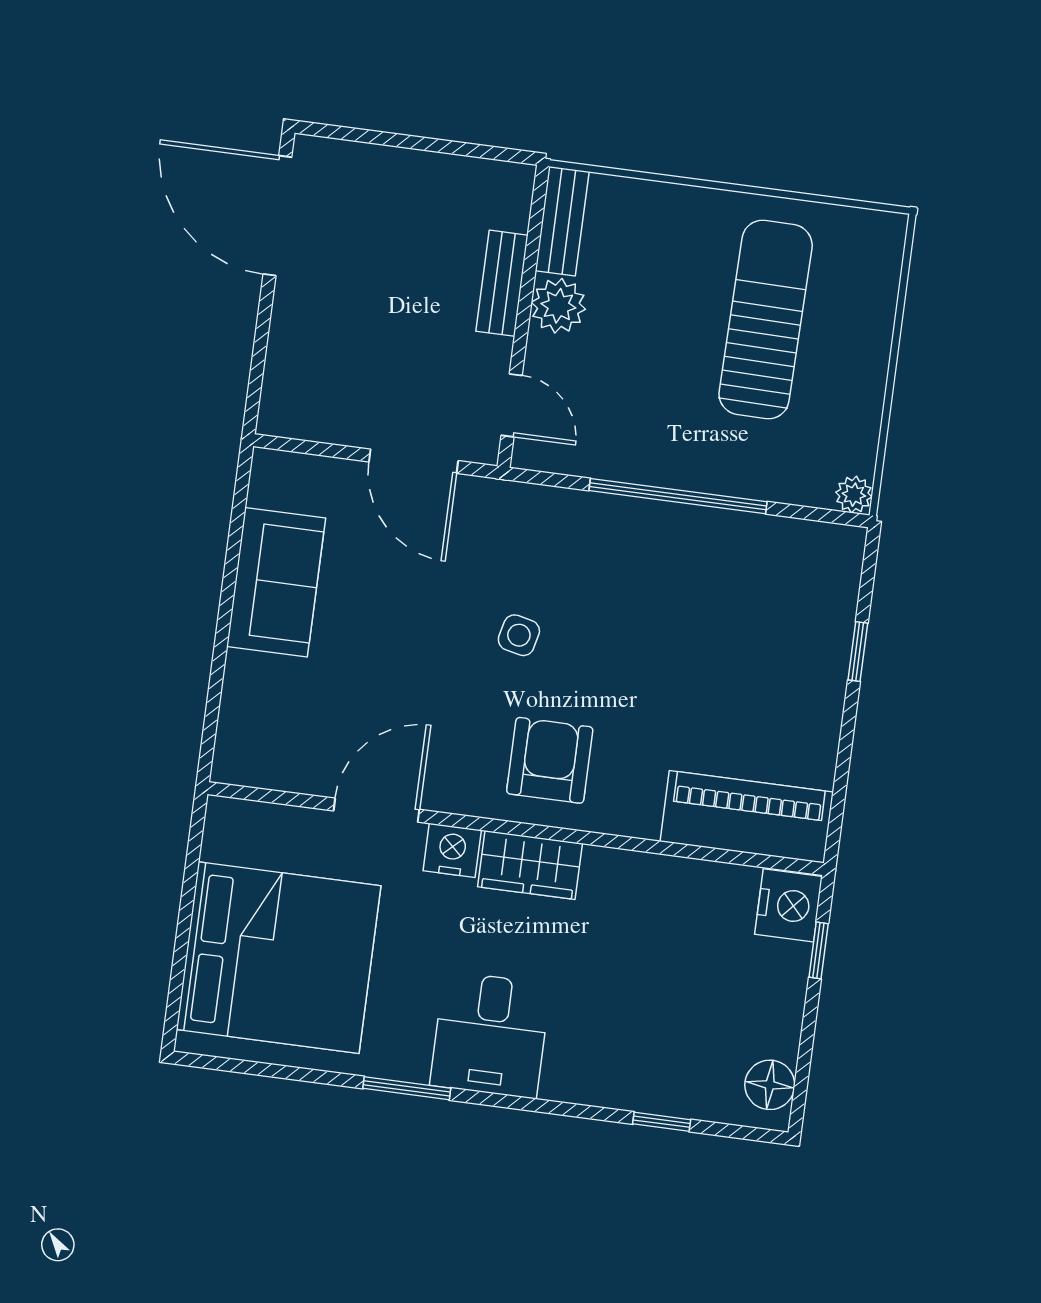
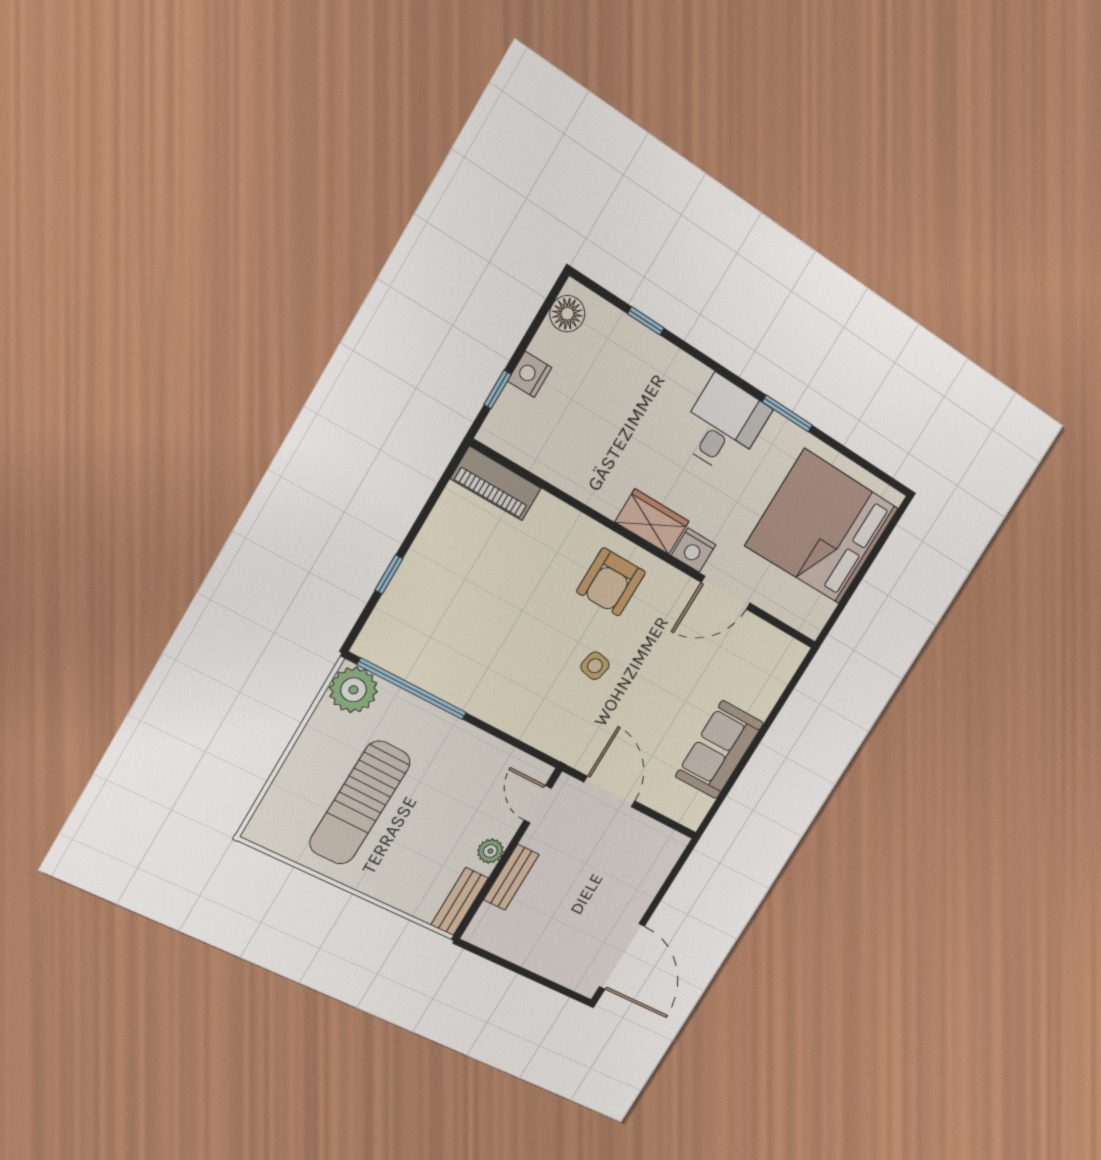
plant: (558, 306) -> (490, 851), width x0.73, depth x0.73
plant: (854, 495) -> (353, 690), width x1.87, depth x1.87
window: (678, 496) -> (412, 689), moved
piano: (747, 817) -> (496, 484), width x0.73, depth x0.75
nightstand: (789, 905) -> (530, 374), moved, width x0.74, depth x0.75

